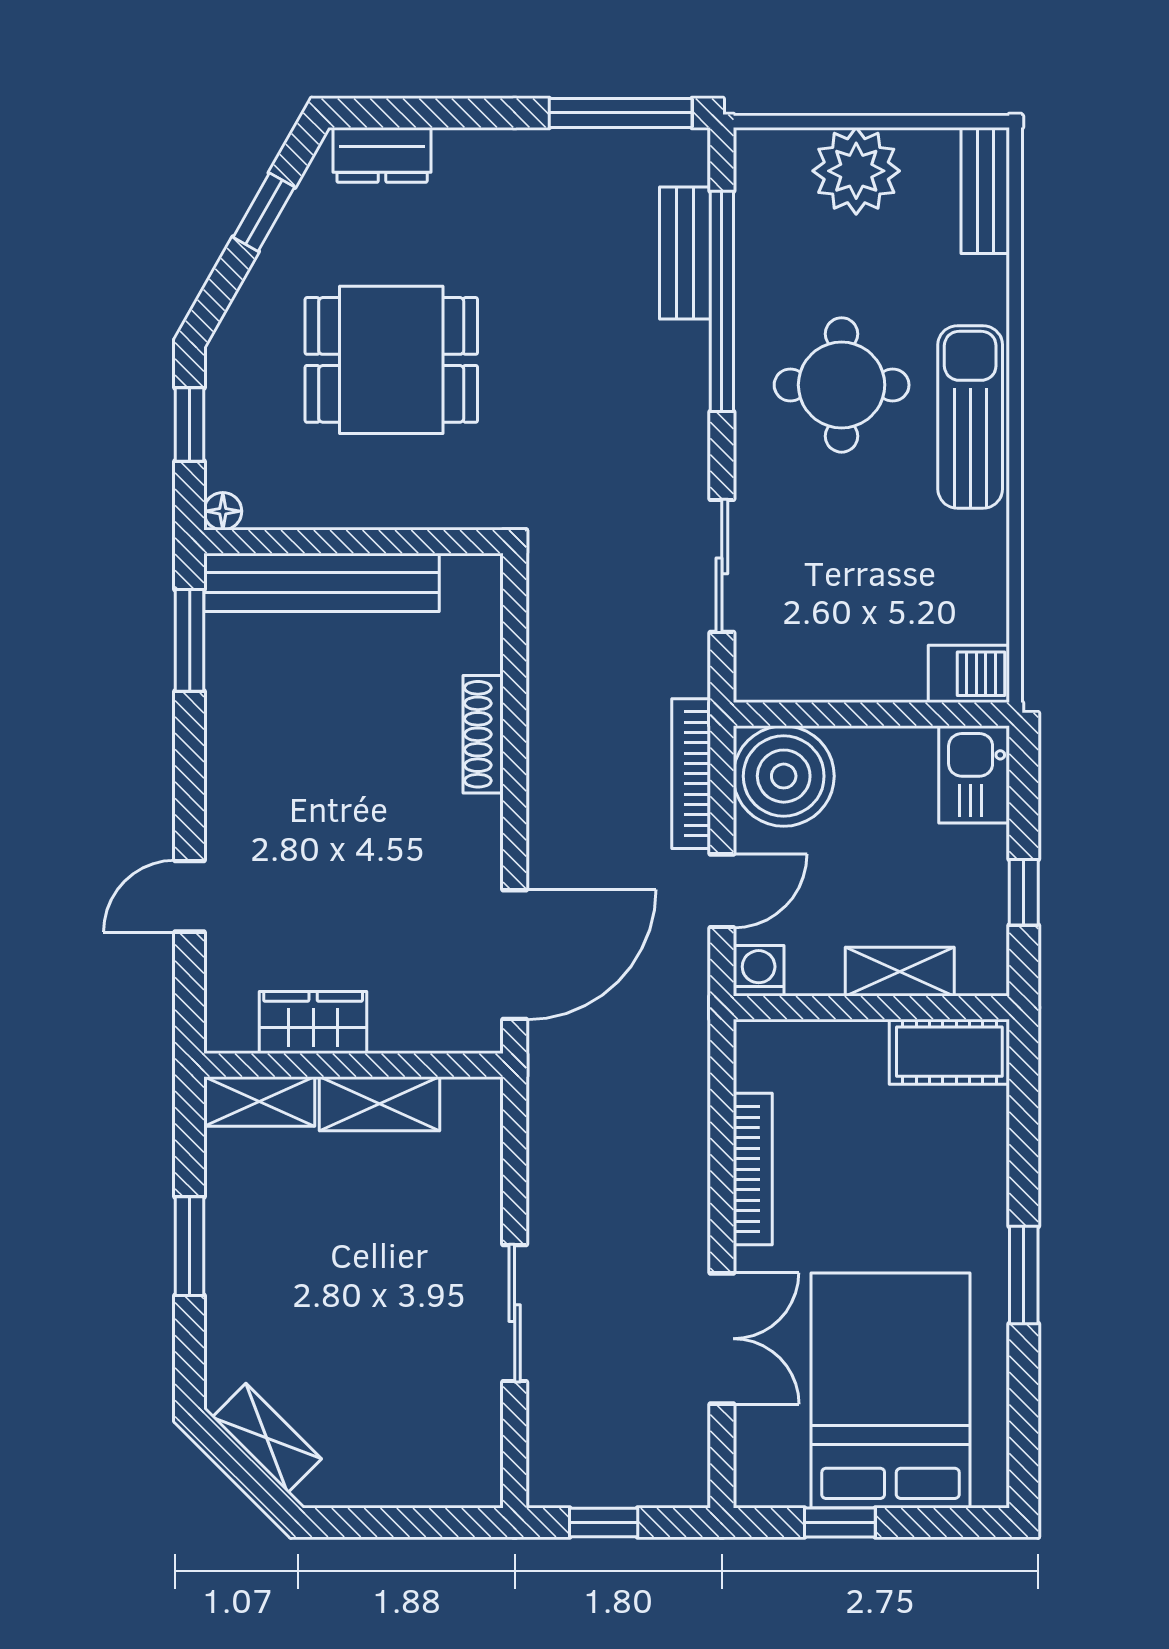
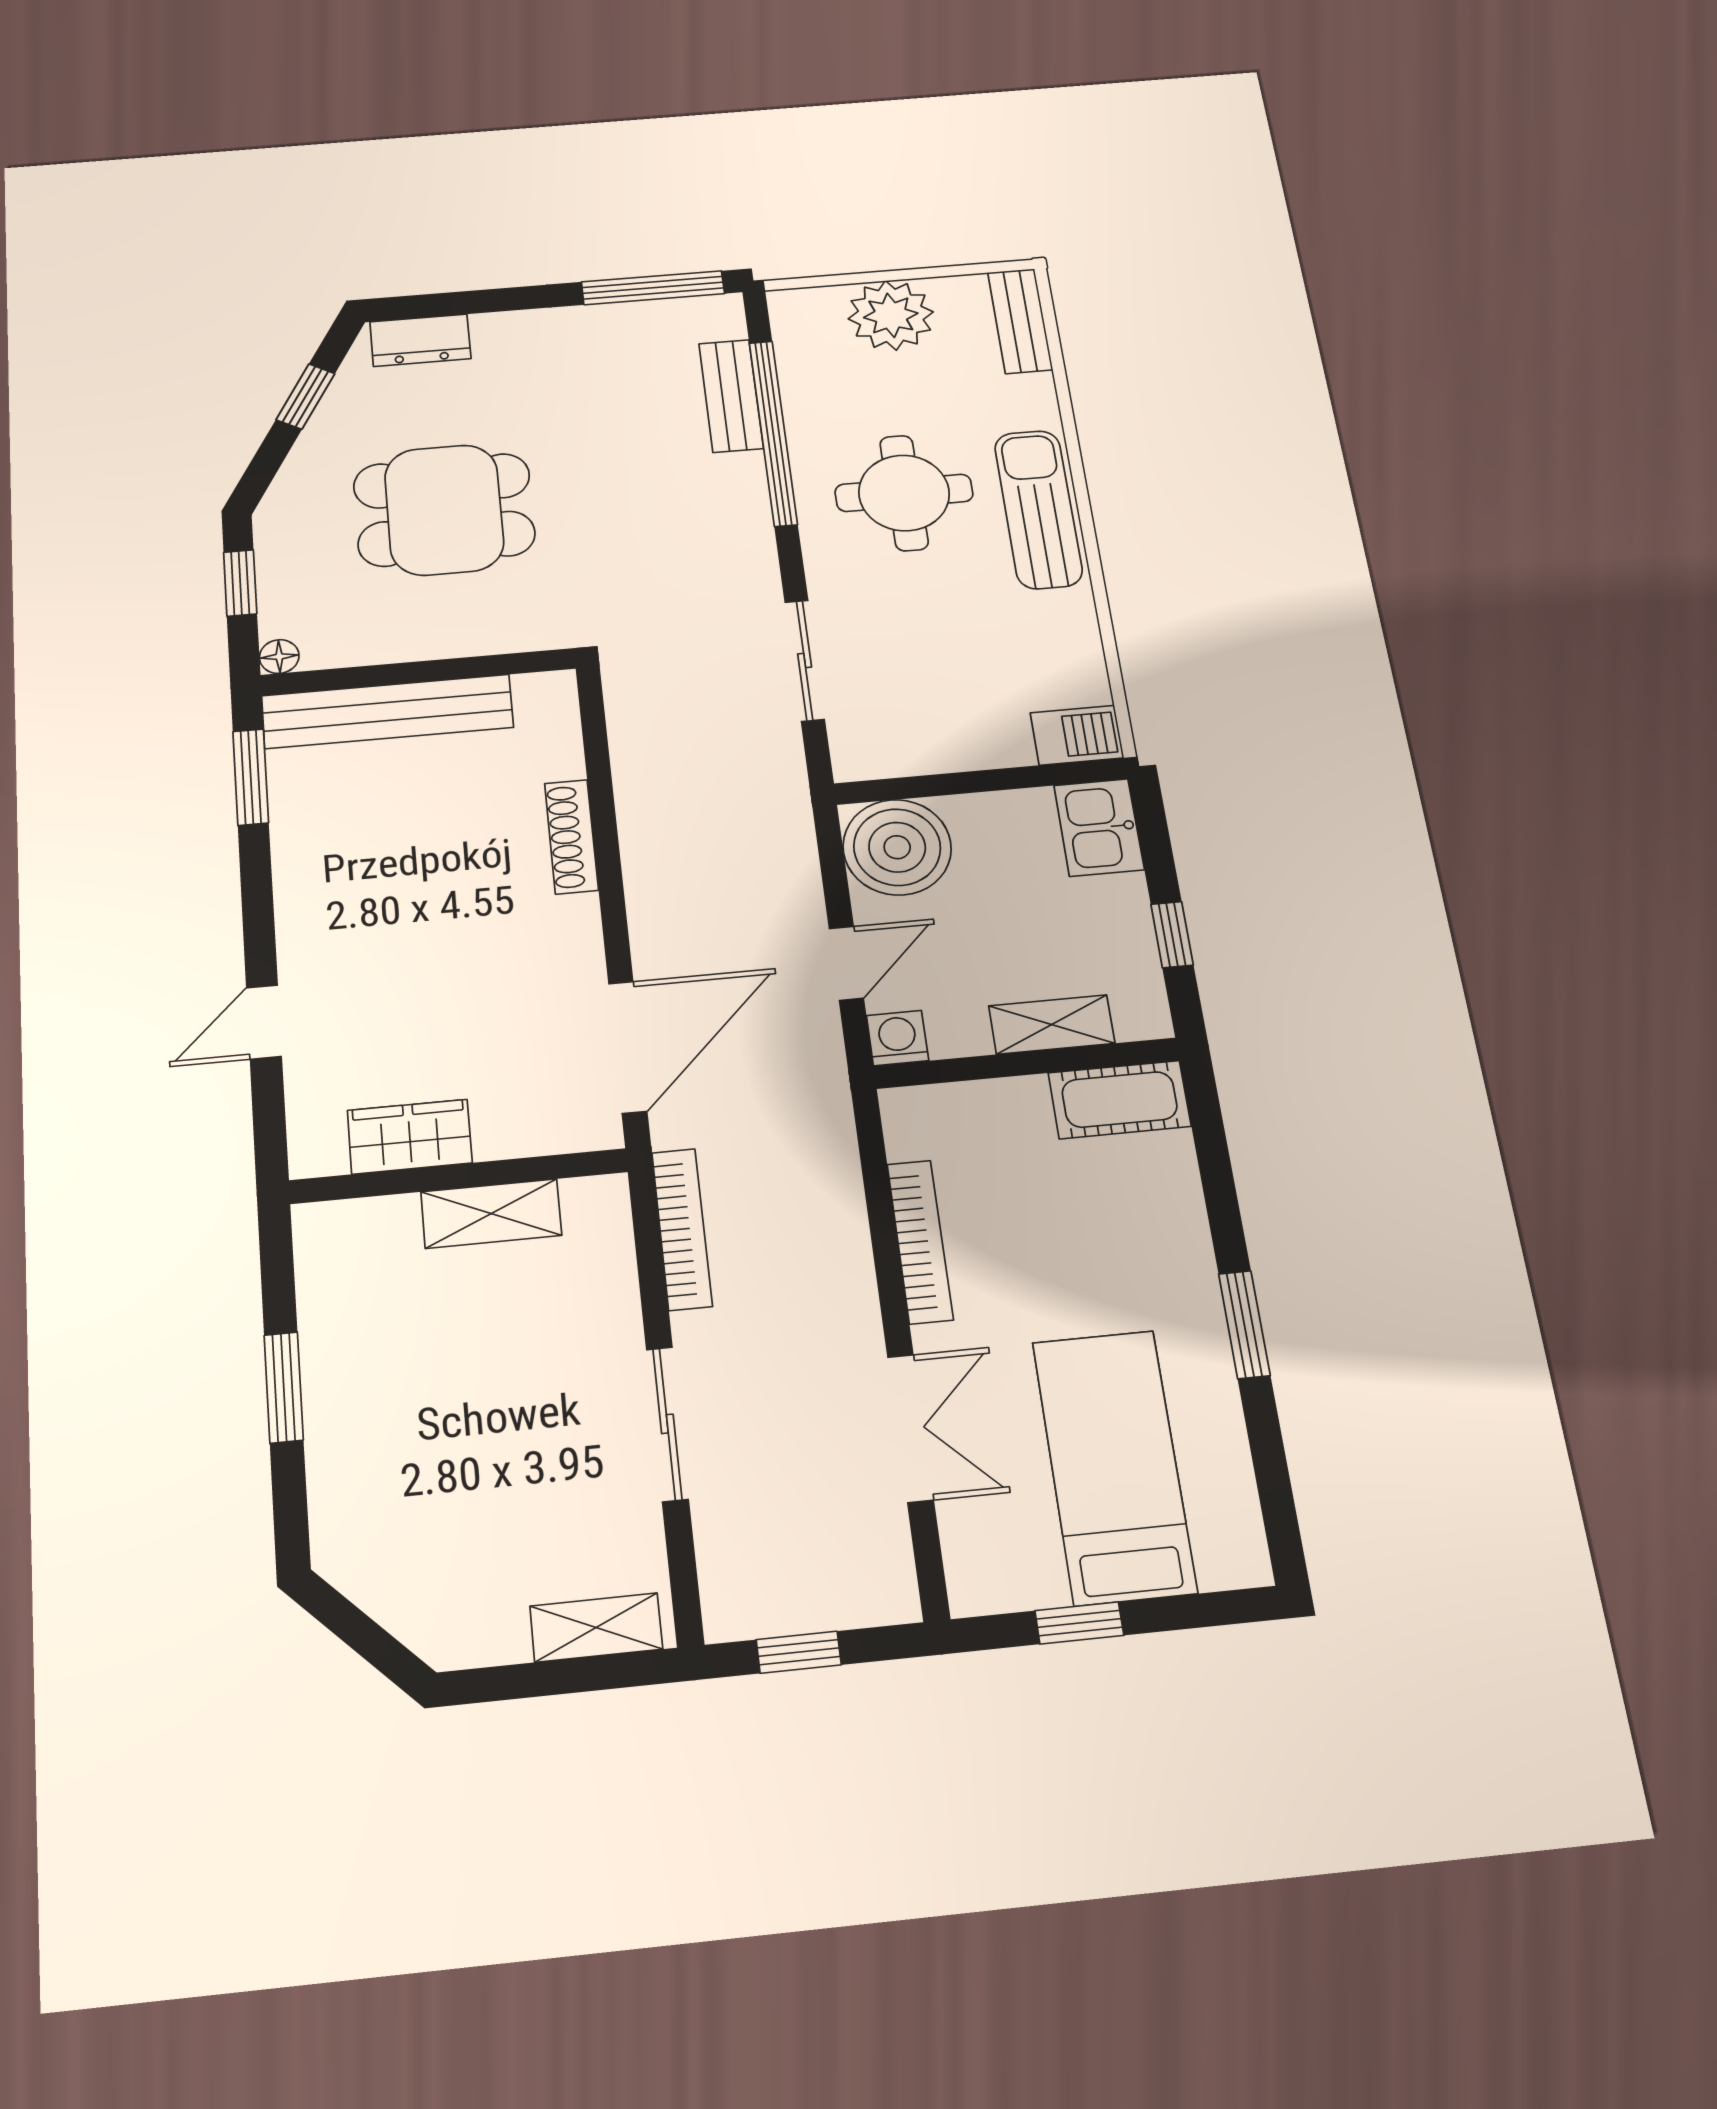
bookcase: (691, 774) -> (682, 1229), moved, turned 180
shelving: (259, 1102) -> (355, 1224), removed
bed: (890, 1390) -> (1114, 1466), width x0.67
shelving: (267, 1438) -> (596, 1628), moved, turned -45

